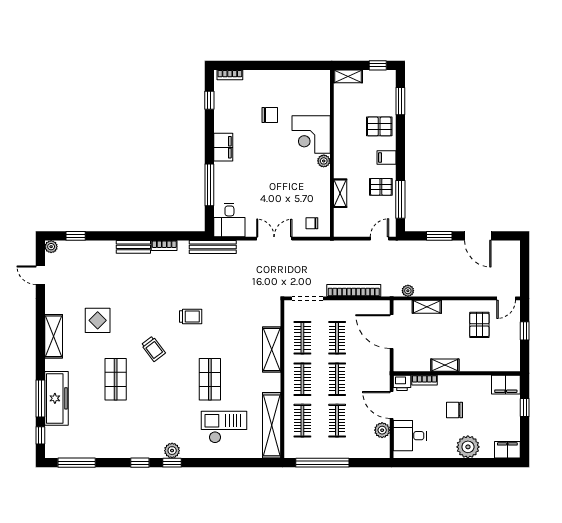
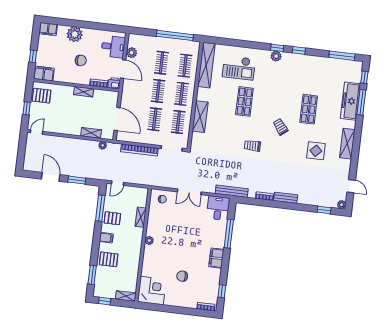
corner desk: (311, 134) -> (152, 291), moved
pallet: (479, 325) -> (42, 96), moved, turned 90

